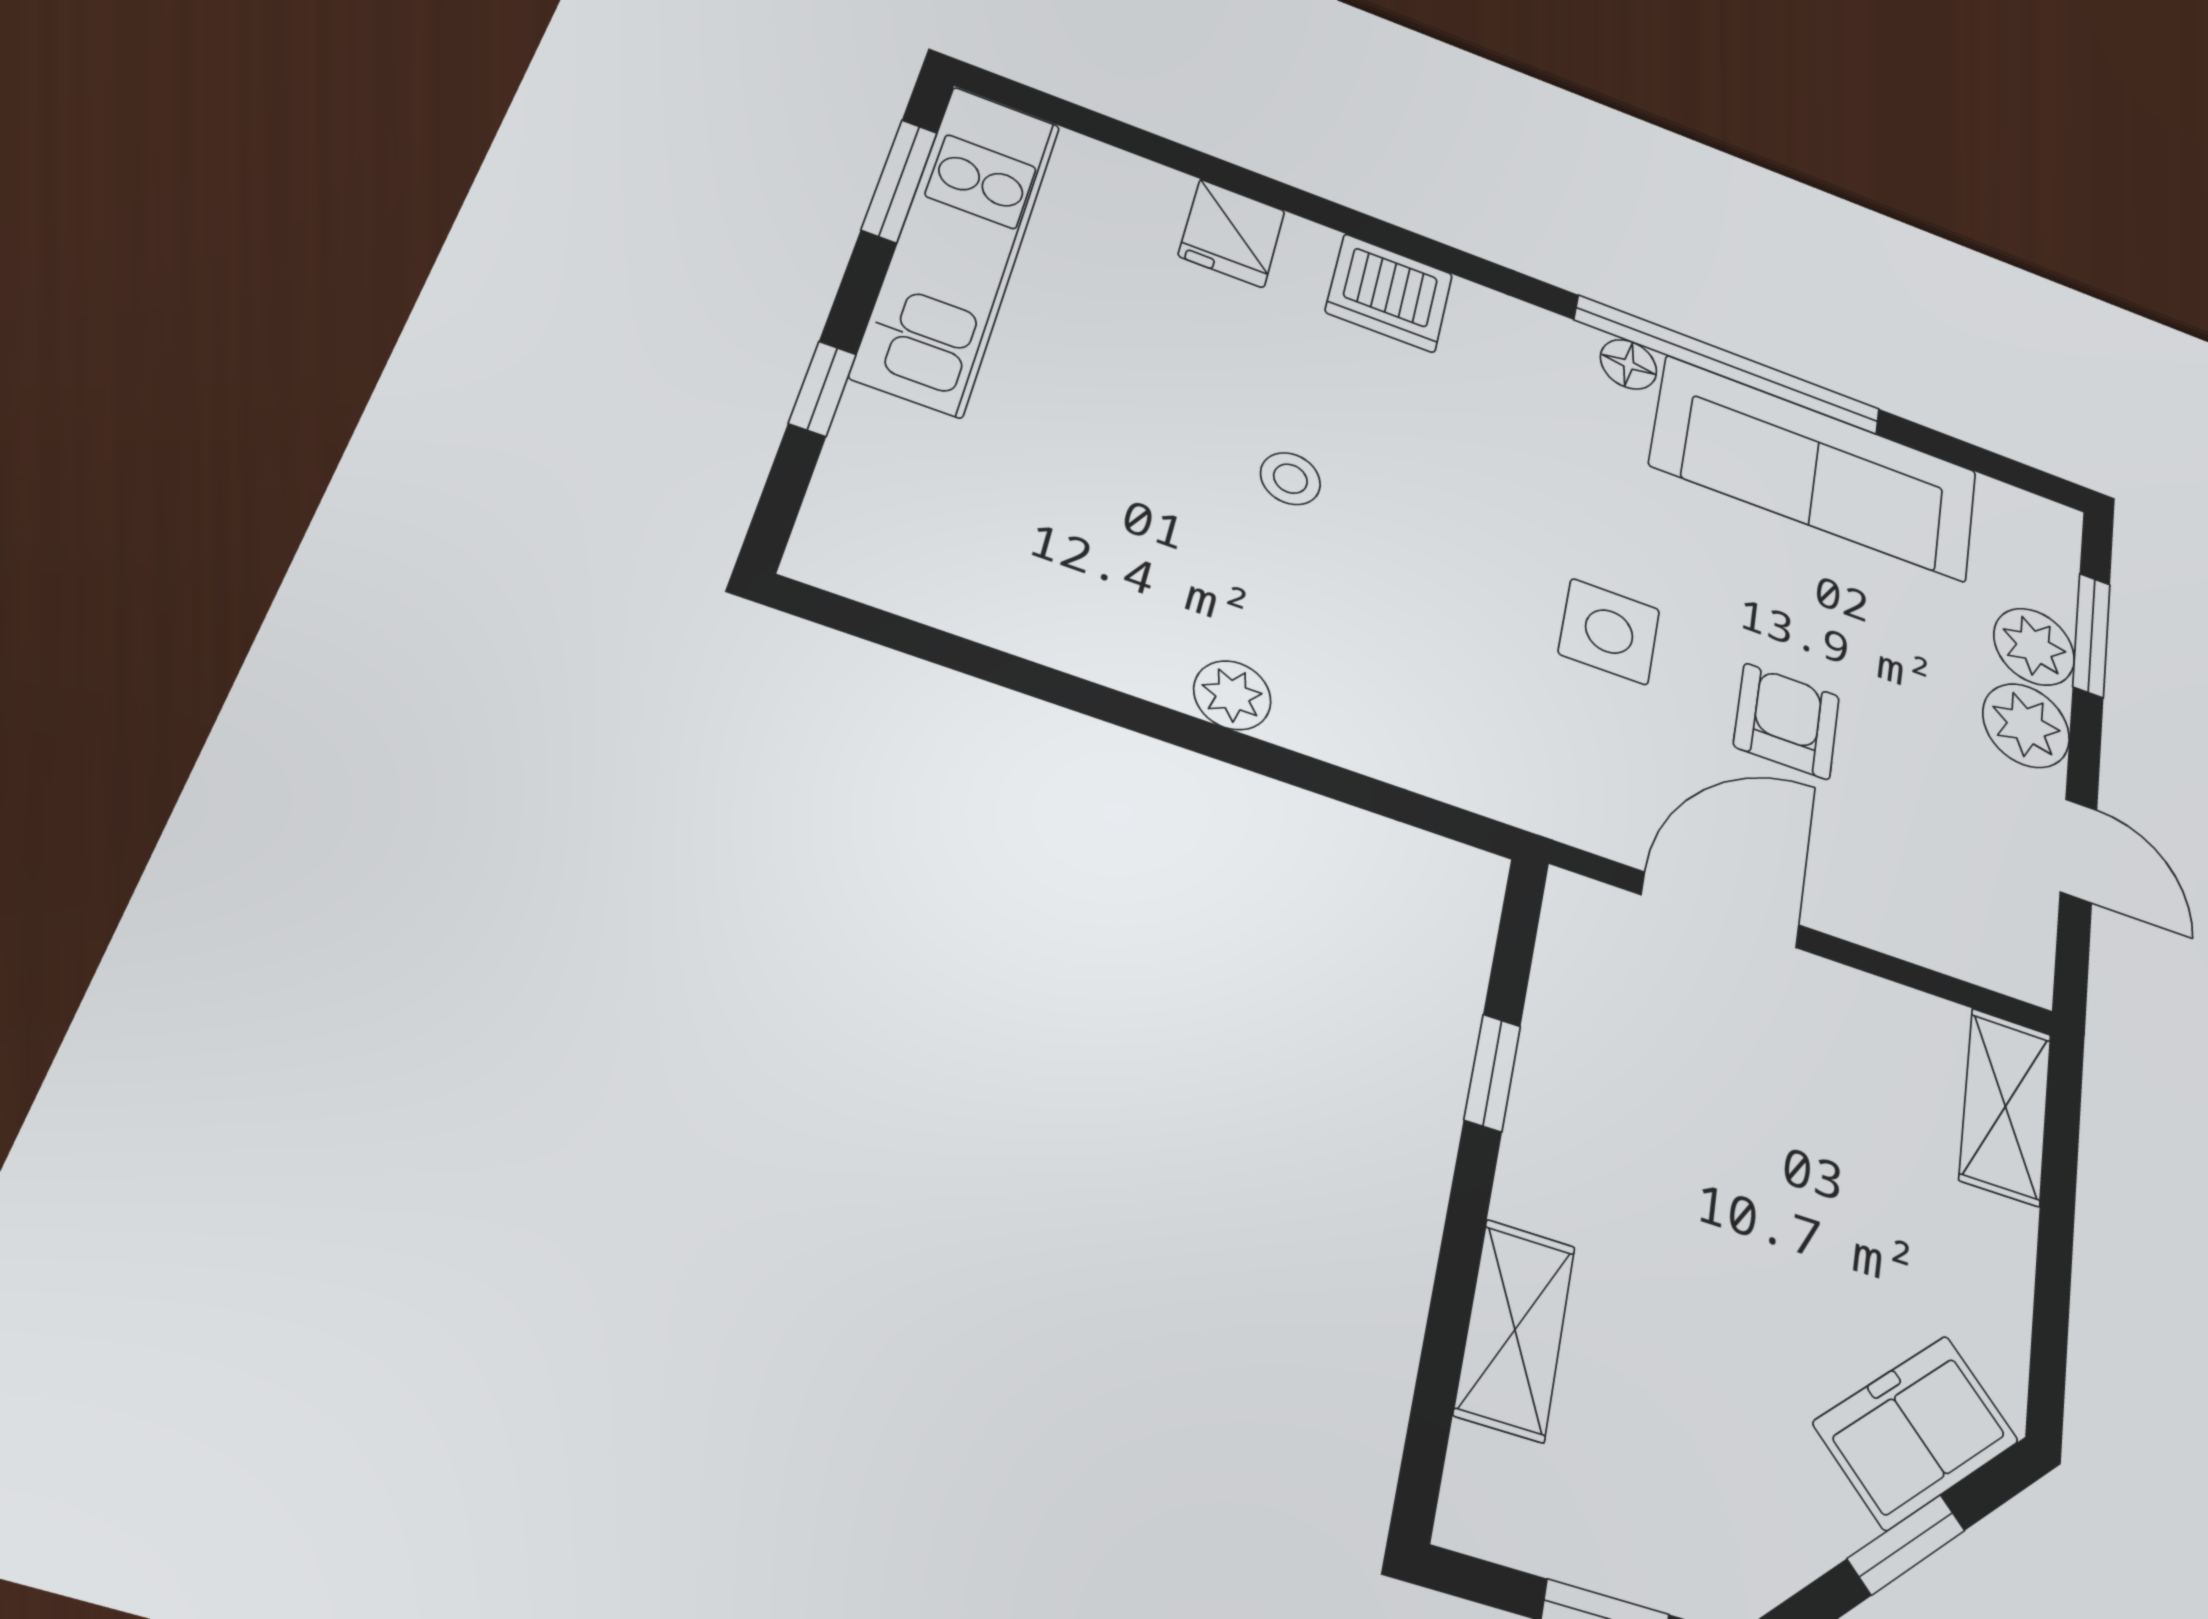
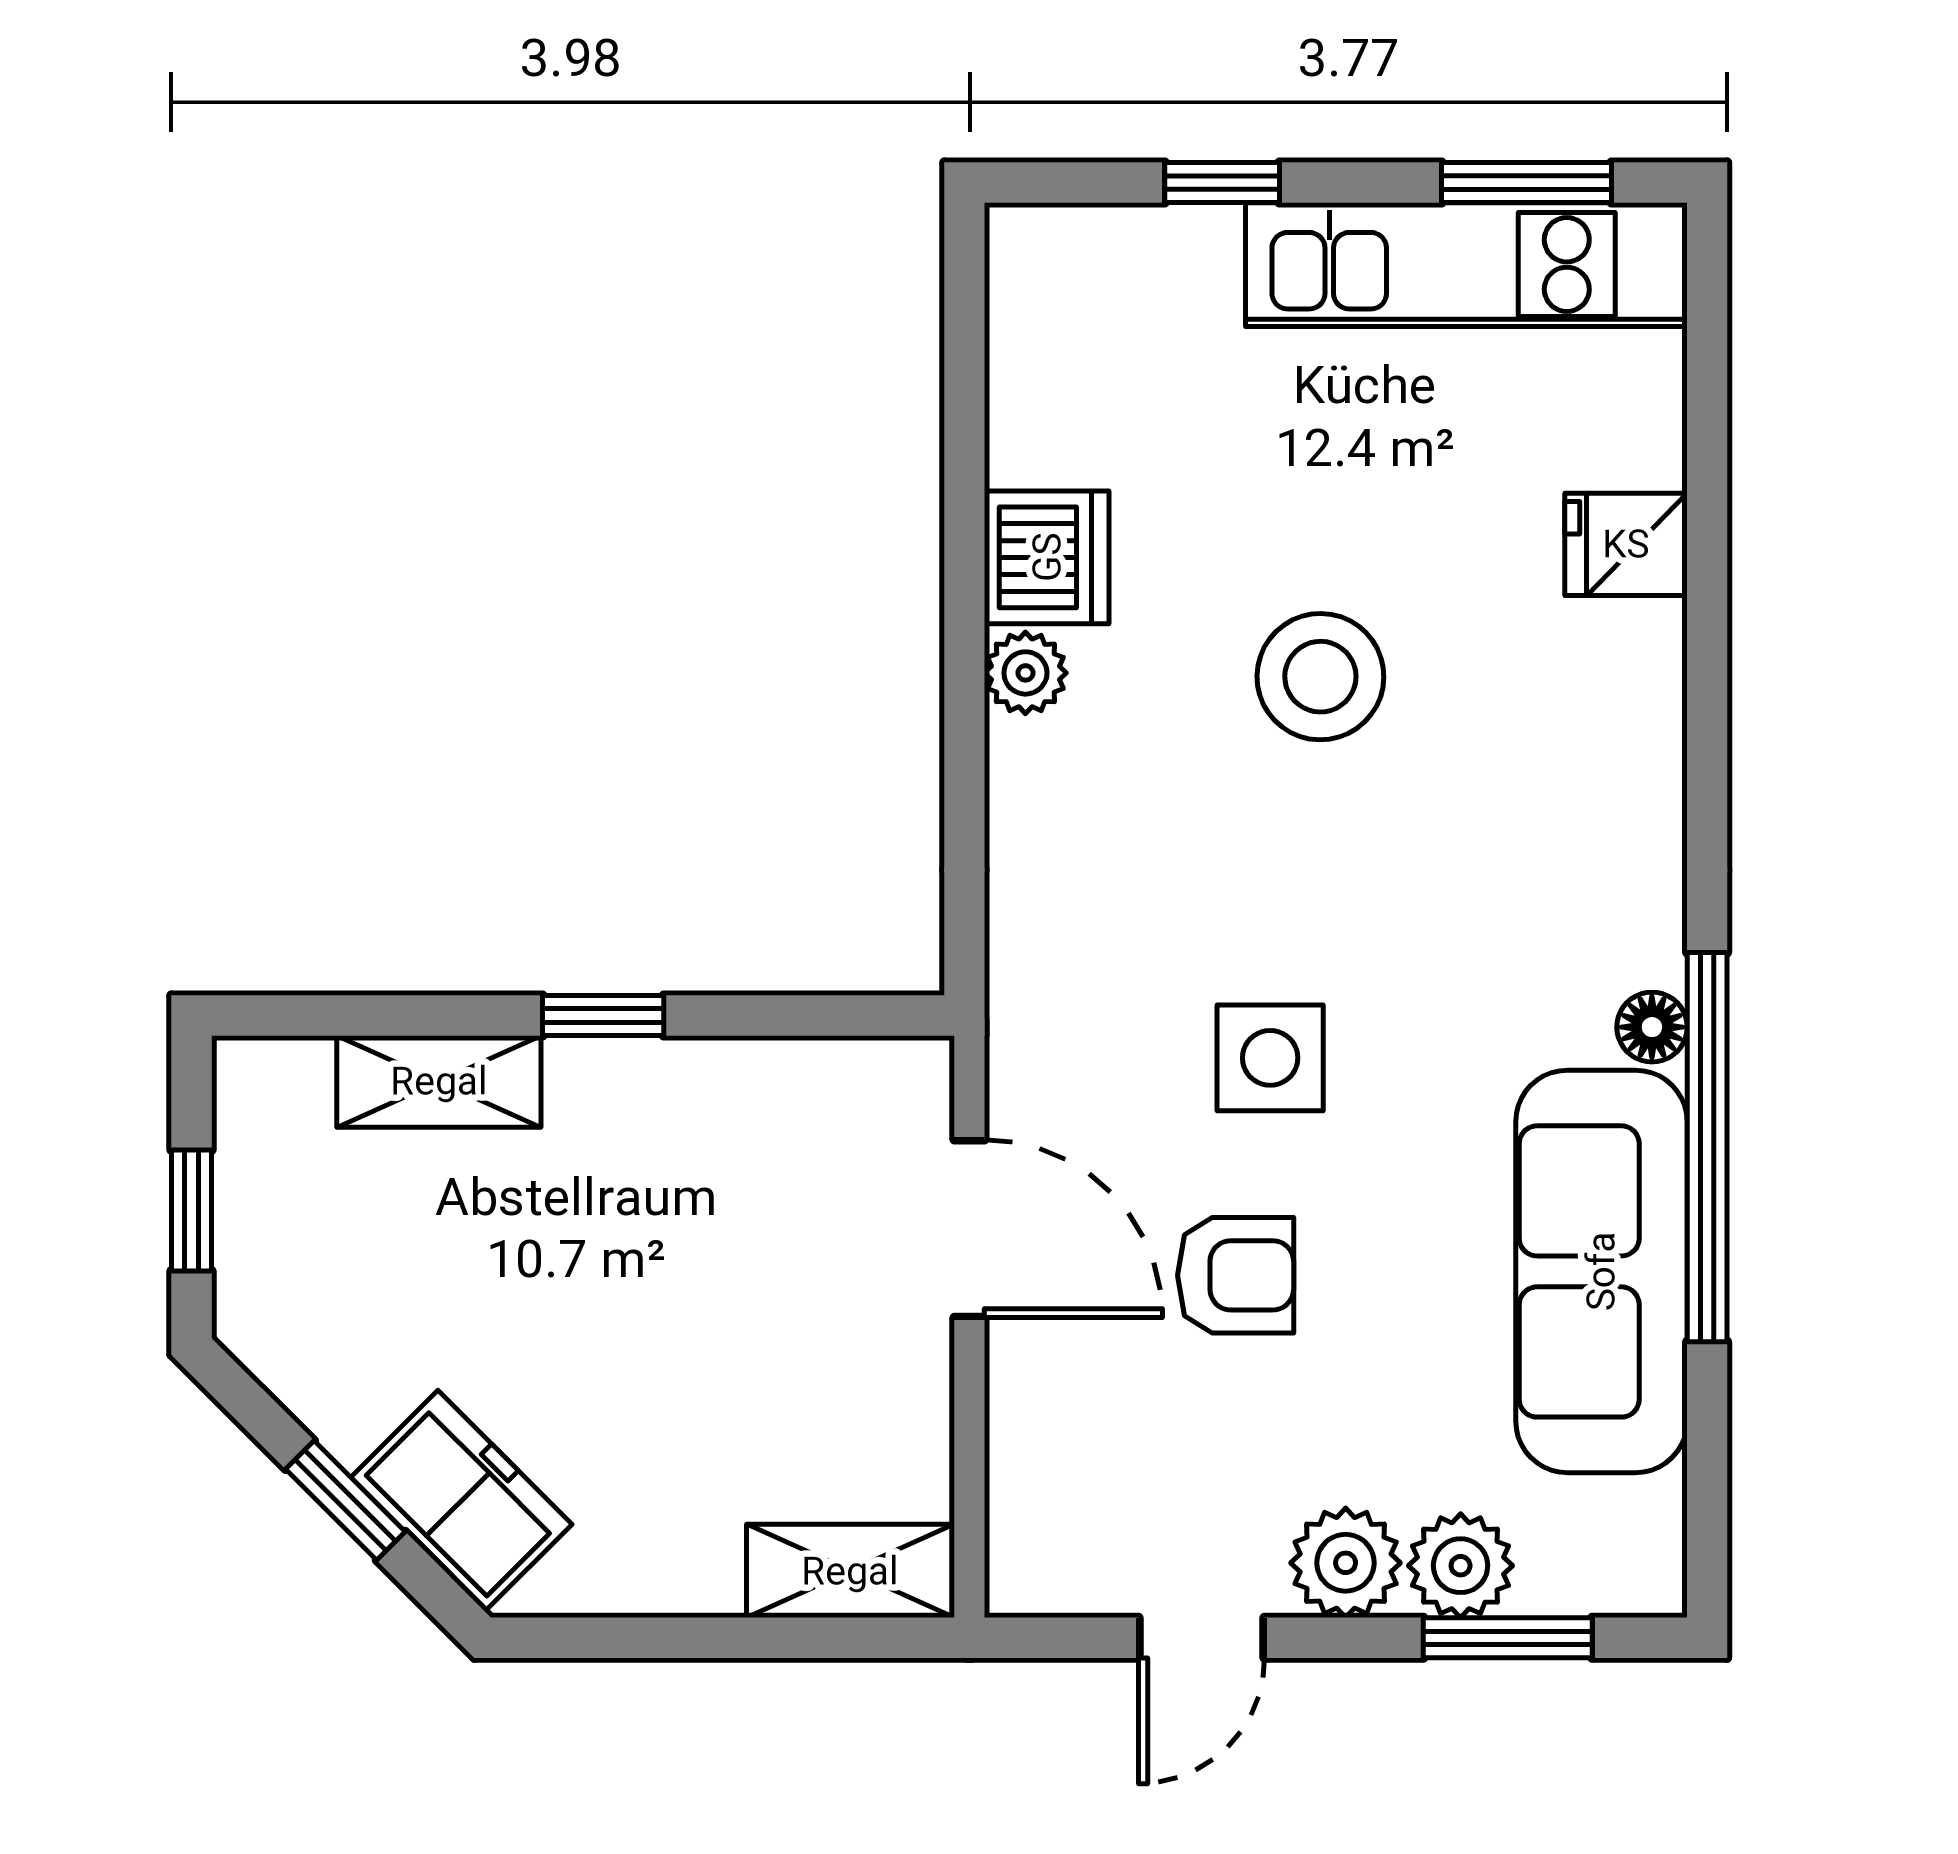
dishwasher: (1389, 293) -> (1047, 557), moved, turned 180
stool: (1290, 479) -> (1320, 677), width x1.89, depth x1.89
window: (1492, 1073) -> (603, 1016), moved

